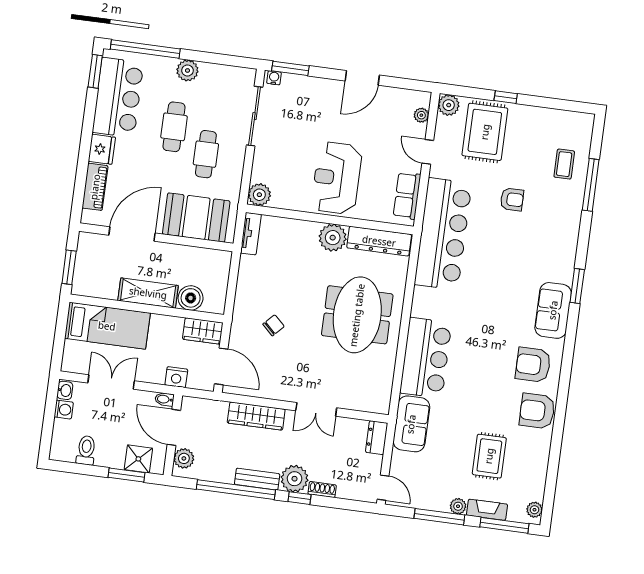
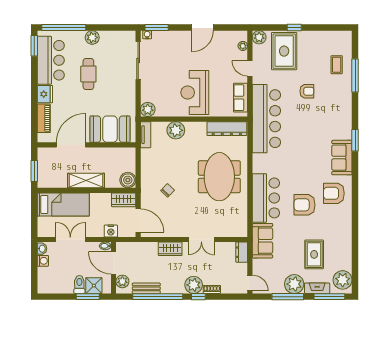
cafe table: (206, 154) -> (111, 88), removed
plant: (333, 238) -> (176, 130), moved
boiler: (191, 298) -> (128, 180), moved
armchair: (537, 411) -> (305, 205), moved
wardrobe: (256, 416) -> (170, 249), width x0.67
toilet: (86, 450) -> (79, 284), moved
bench: (257, 479) -> (146, 288), moved
plant: (458, 506) -> (294, 284), width x1.88, depth x1.88
plant: (534, 510) -> (343, 280), width x1.88, depth x1.88

